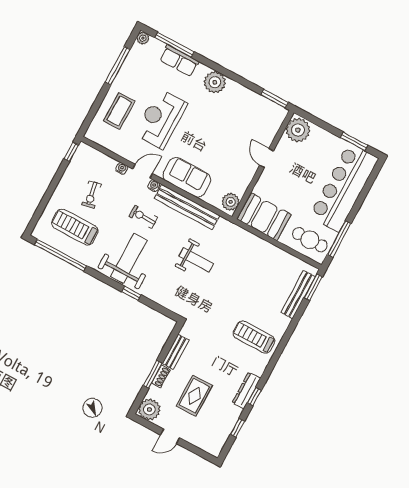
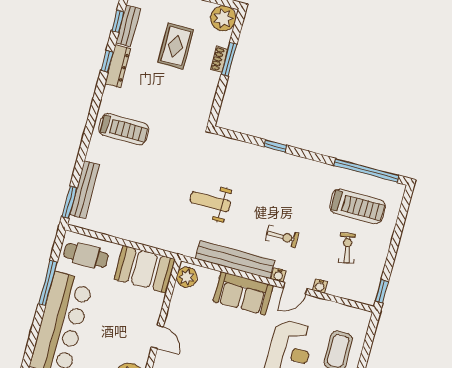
window: (339, 239) -> (48, 283), moved
weight bench: (129, 258) -> (288, 185), removed
bench: (176, 352) -> (128, 26), moved

